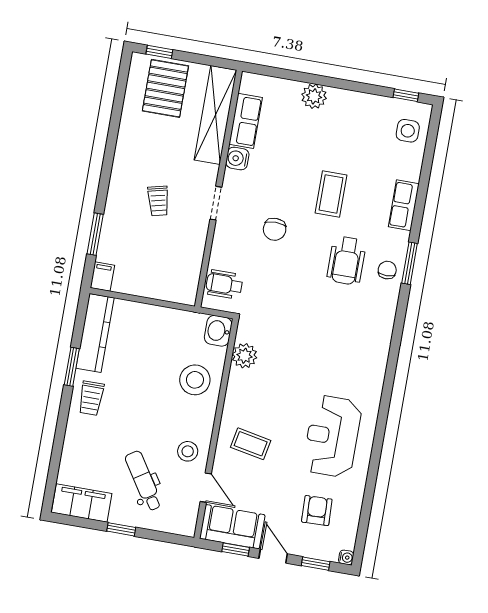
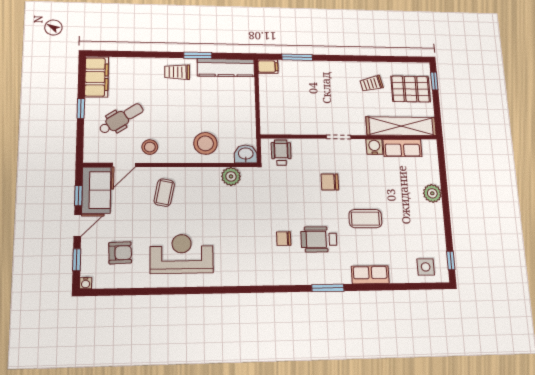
trolley: (158, 201) -> (371, 84), moved
chair: (387, 270) -> (284, 239), moved, turned 180

